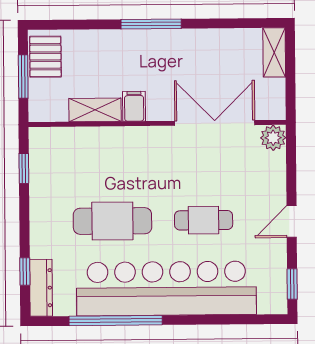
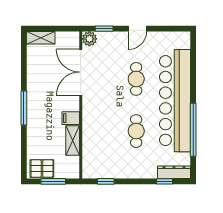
cafe table: (112, 221) -> (136, 131), width x0.73, depth x0.74
door: (292, 222) -> (137, 29), hinge flipped
window: (292, 284) -> (104, 29), moved

